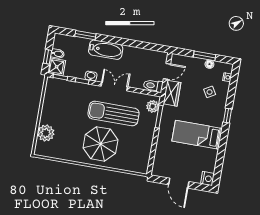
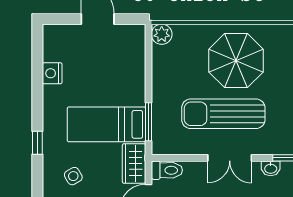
plant: (153, 106) -> (162, 34), moved
sun lounger: (114, 114) -> (223, 114), turned 180
bed: (197, 135) -> (106, 124), moved, turned 180
nightstand: (207, 179) -> (52, 73), moved

